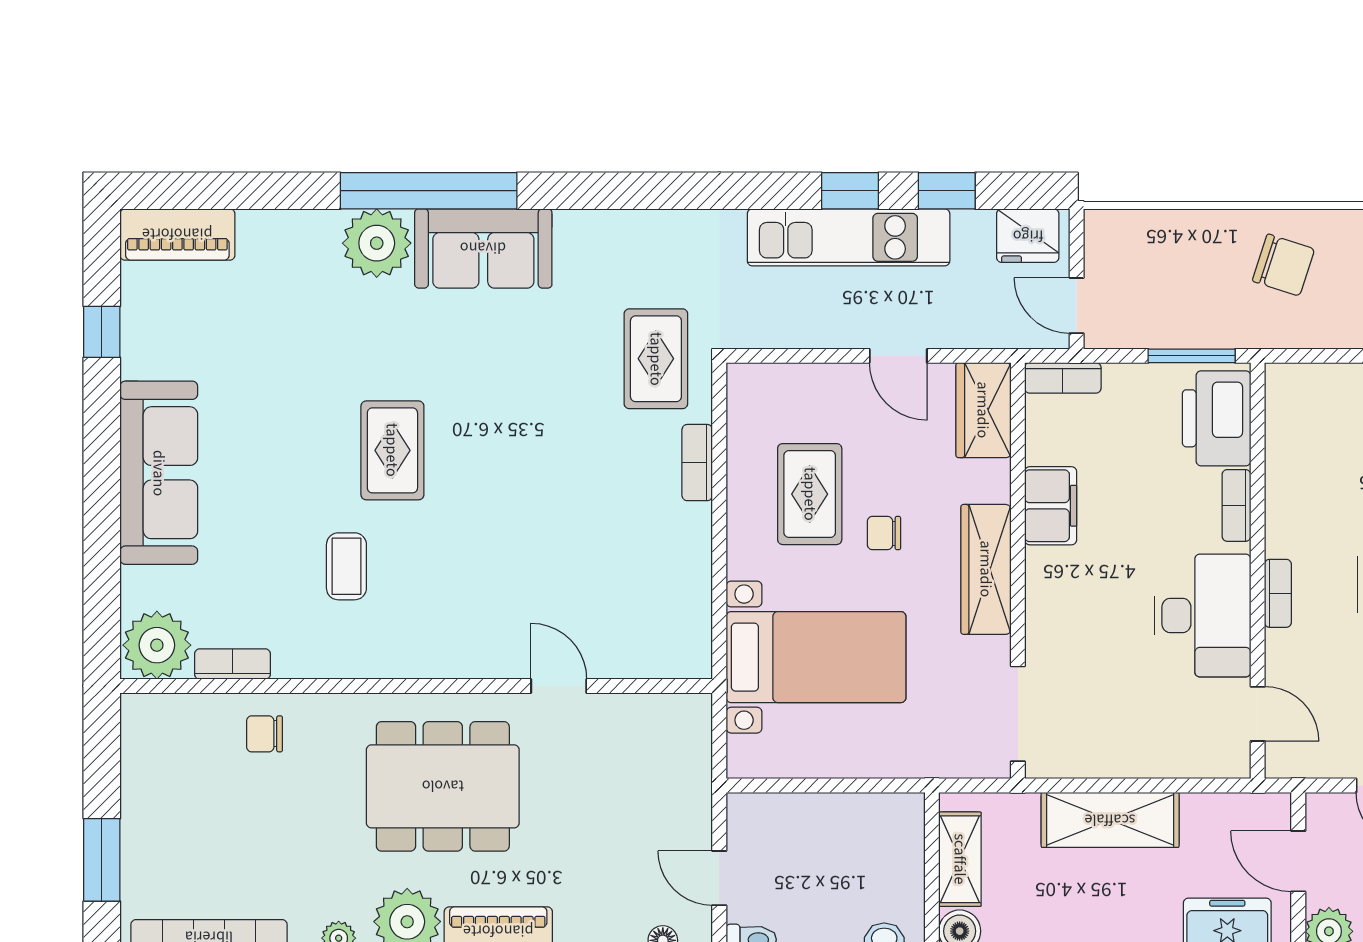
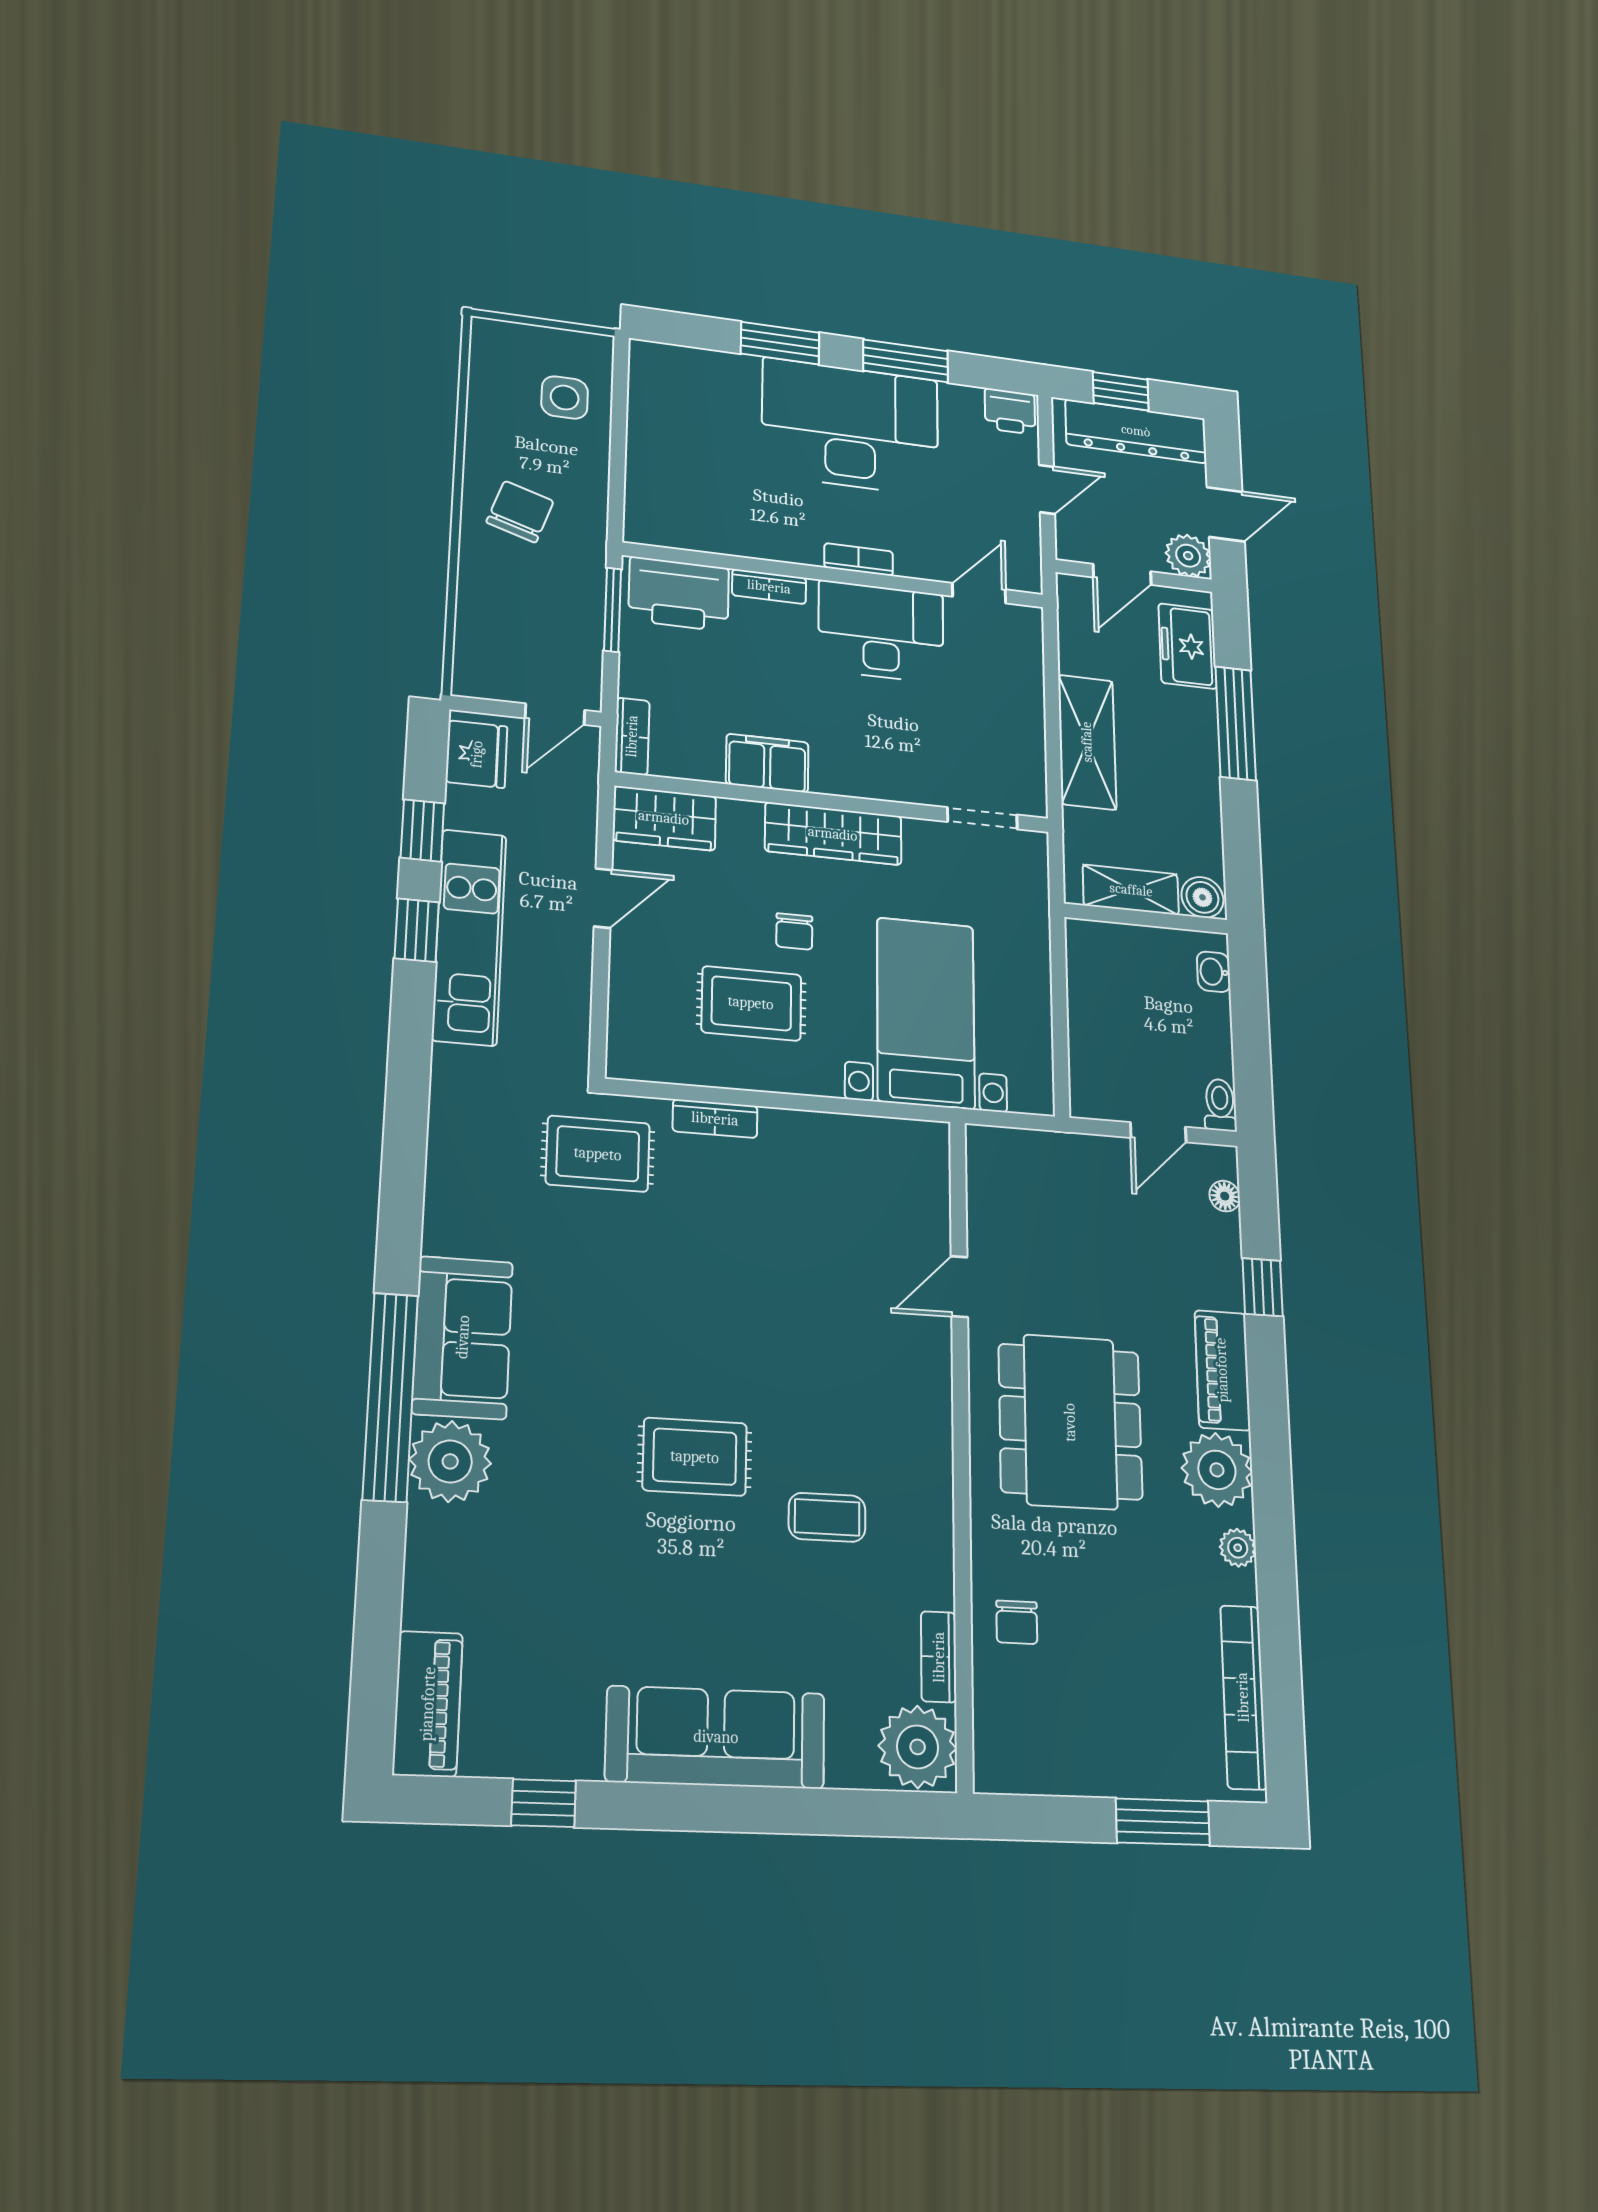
doorway: (1018, 714) -> (982, 818), width x0.73

